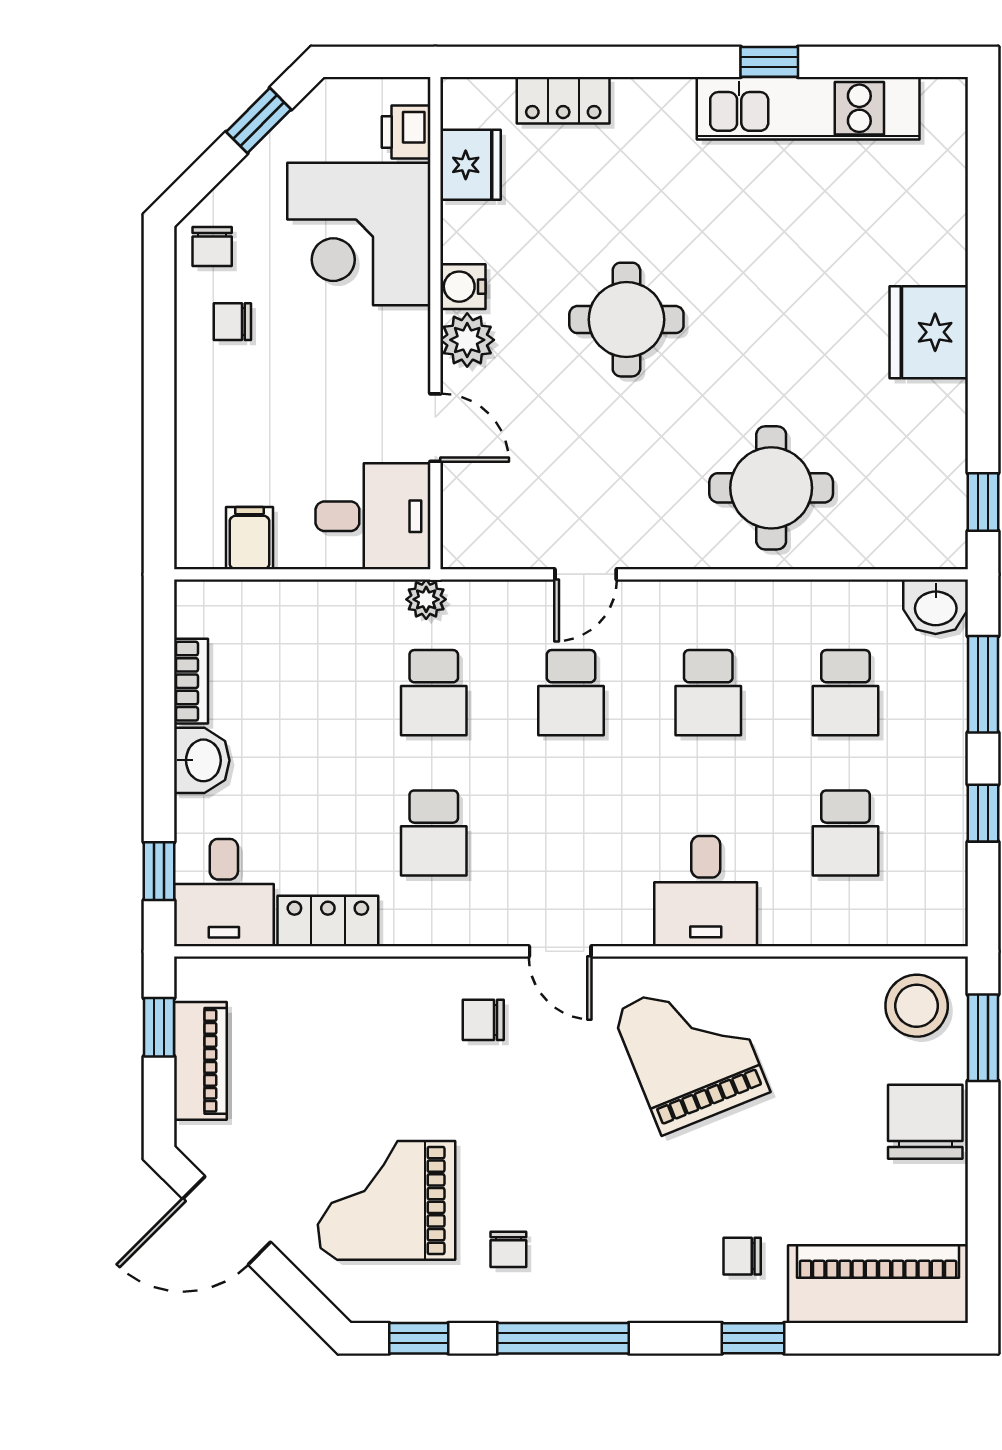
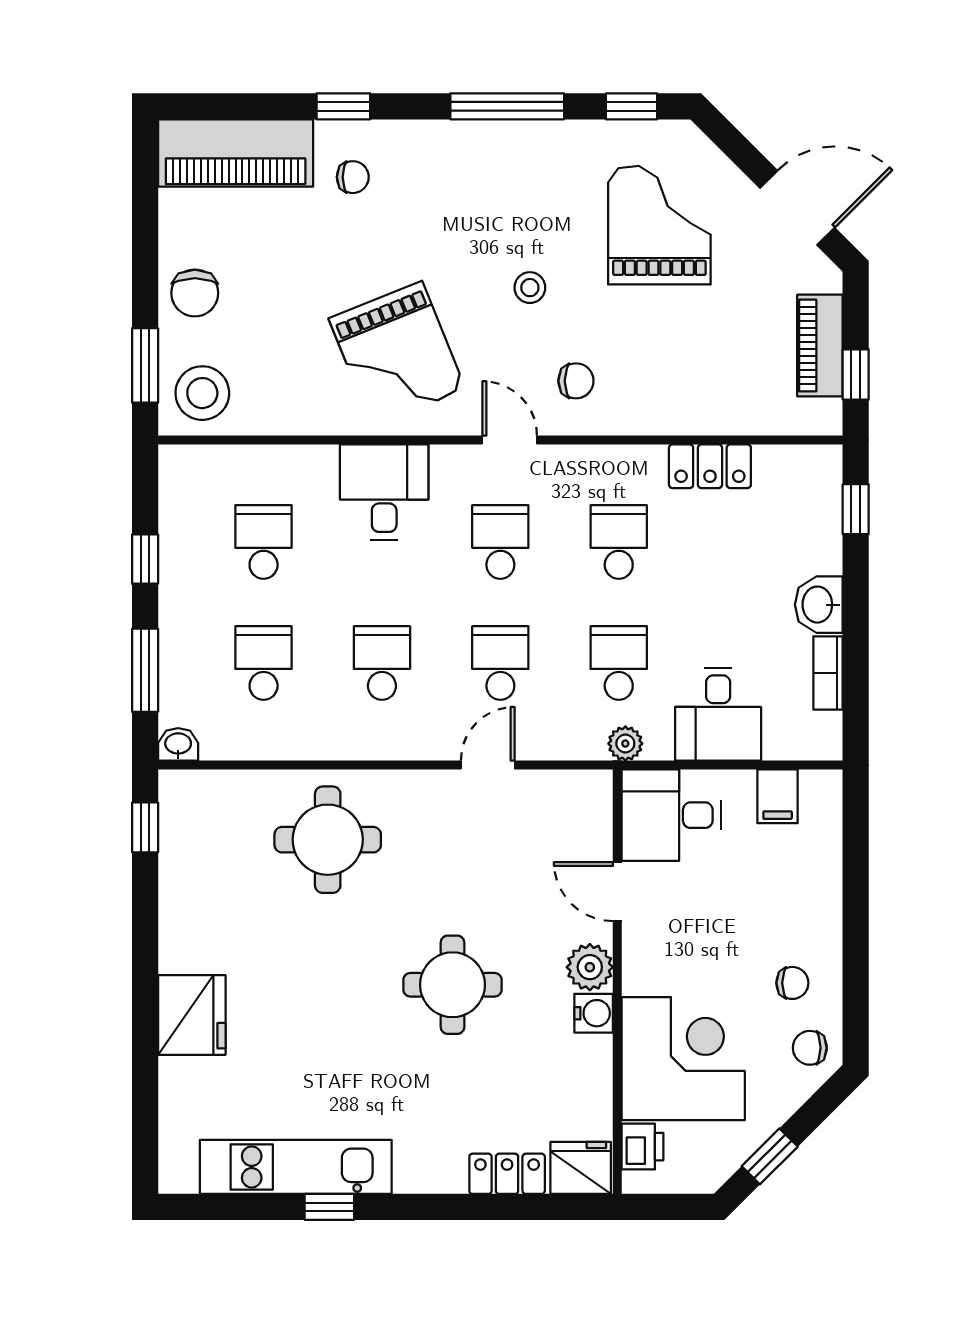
fridge: (471, 165) -> (581, 1168), moved, turned 90
chair: (212, 246) -> (810, 1048), turned -90
fridge: (929, 332) -> (192, 1015), moved
washbasin: (936, 607) -> (178, 744), width x0.72, depth x0.69
school desk: (571, 833) -> (500, 542), added
desk: (224, 893) -> (718, 714), moved, turned 180
chair: (925, 1122) -> (195, 293), width x0.73, depth x0.73
stool: (537, 1128) -> (530, 288), added
grand piano: (387, 1200) -> (659, 225), turned -90
chair: (508, 1249) -> (554, 183), removed

